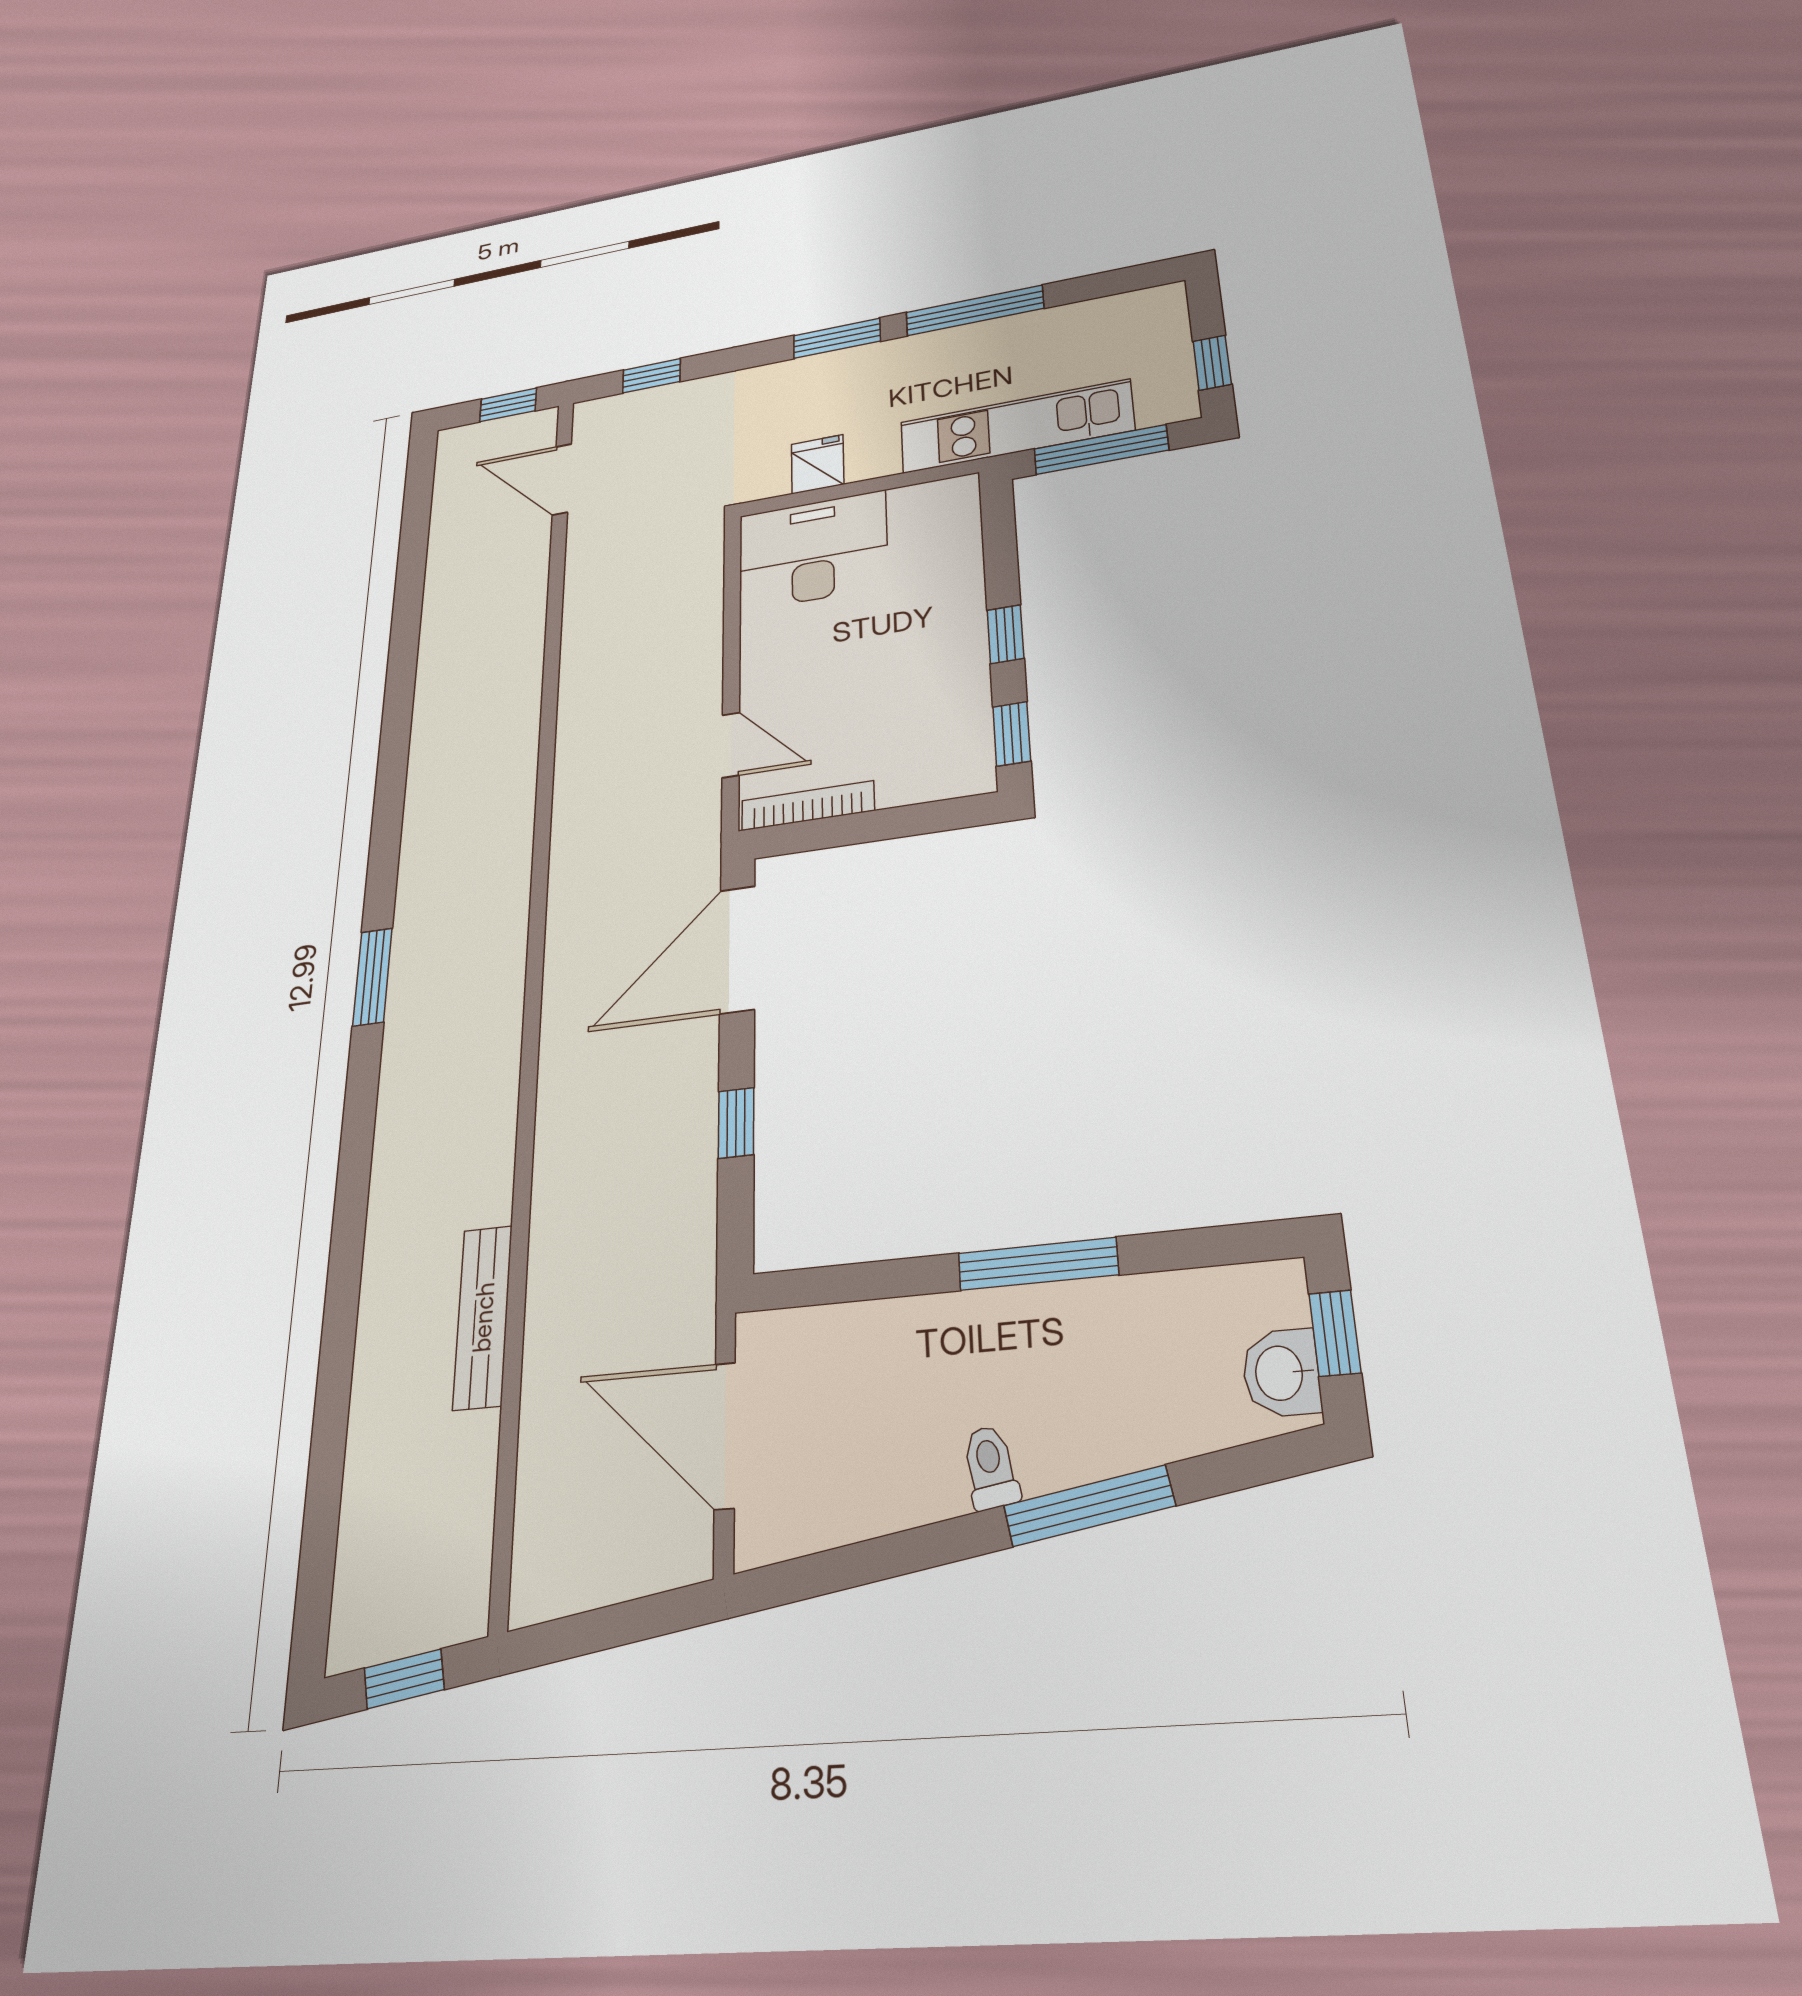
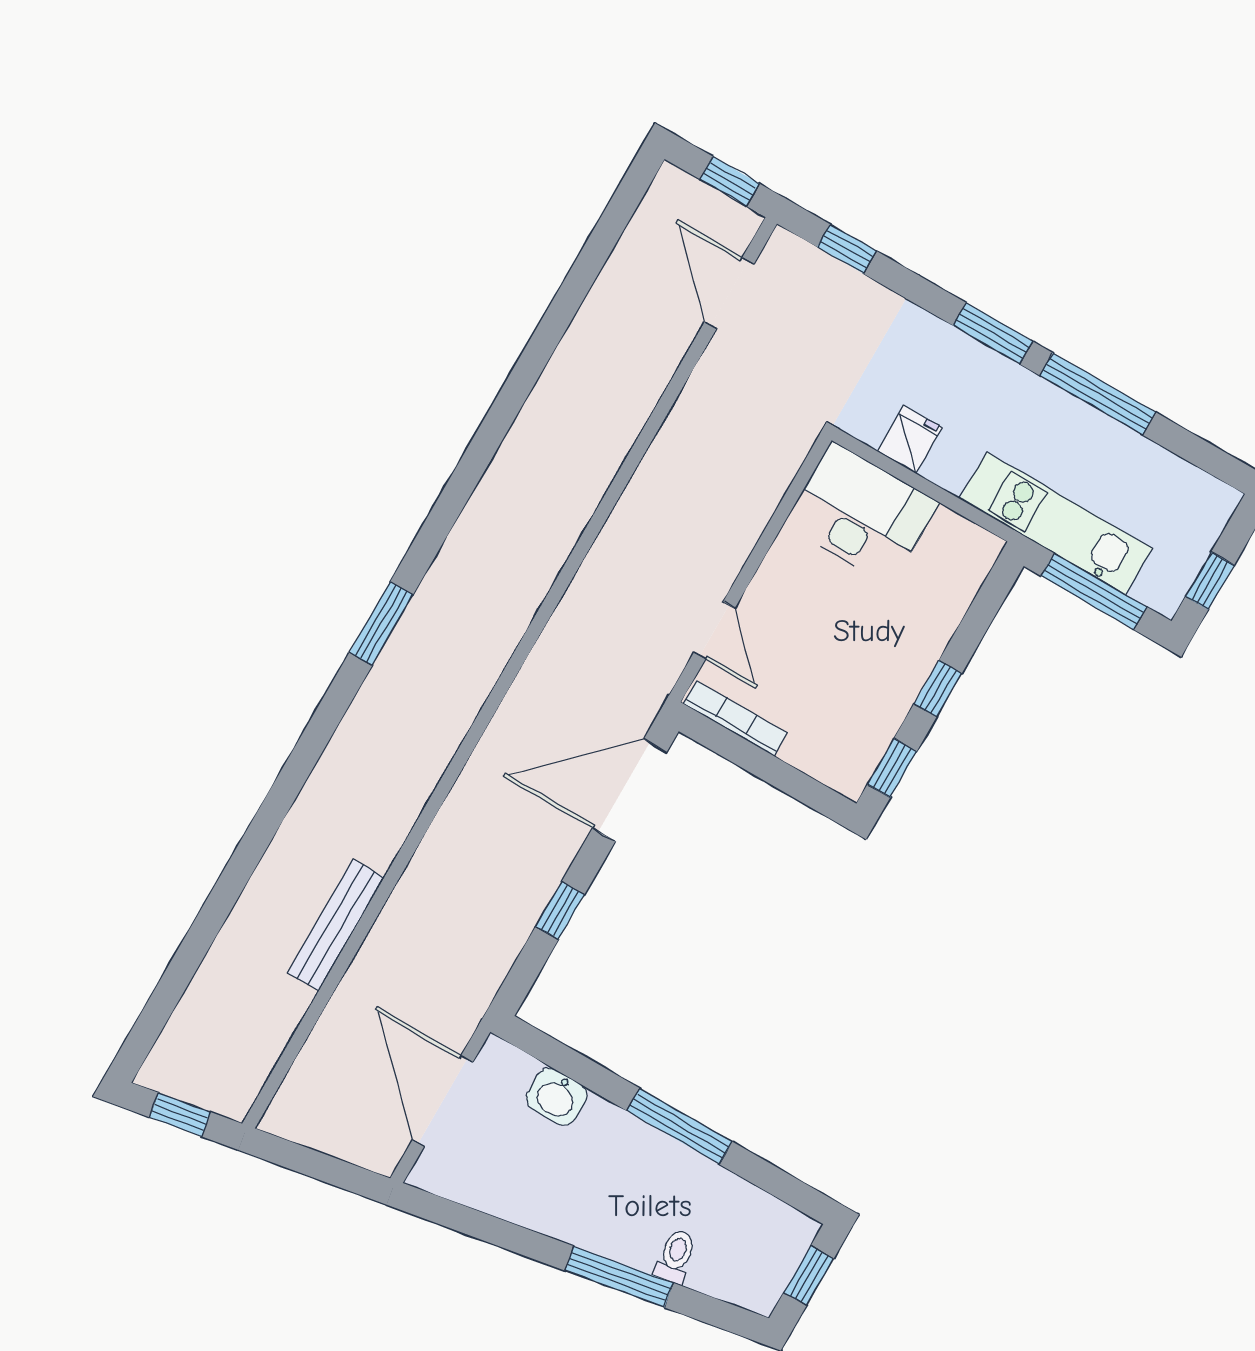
washbasin: (1281, 1373) -> (557, 1097), moved, turned -90
toilet: (990, 1467) -> (675, 1256), moved

